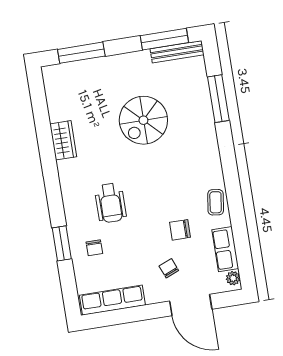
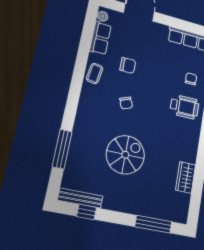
window: (164, 39) -> (87, 212), width x0.46
wardrobe: (63, 140) -> (186, 177), moved
wheelchair: (110, 203) -> (185, 107), moved, turned 90
chair: (169, 268) -> (126, 103), moved

